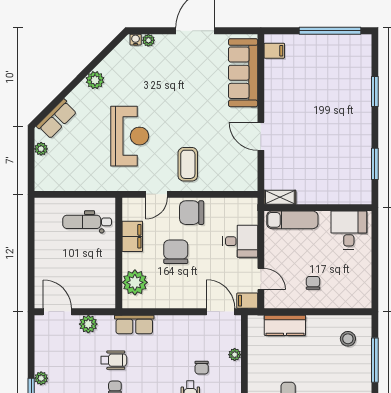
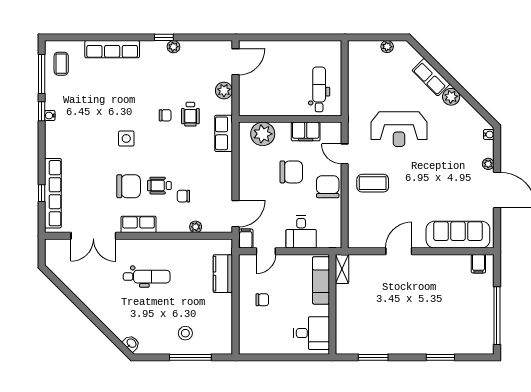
plant: (148, 40) -> (488, 164), moved
row of seats: (57, 119) -> (431, 77), moved
stool: (348, 339) -> (185, 333), moved

